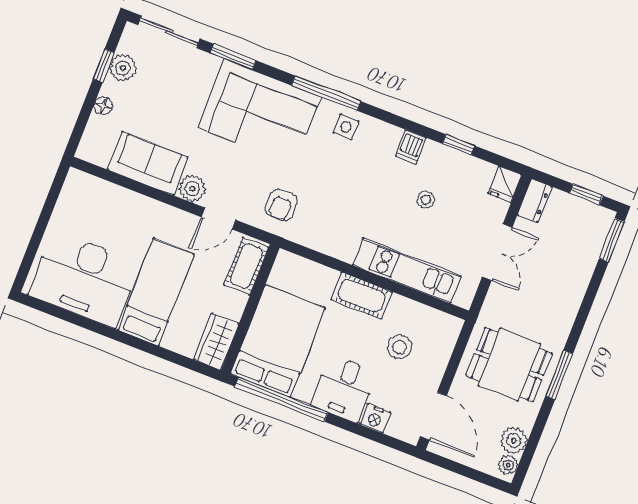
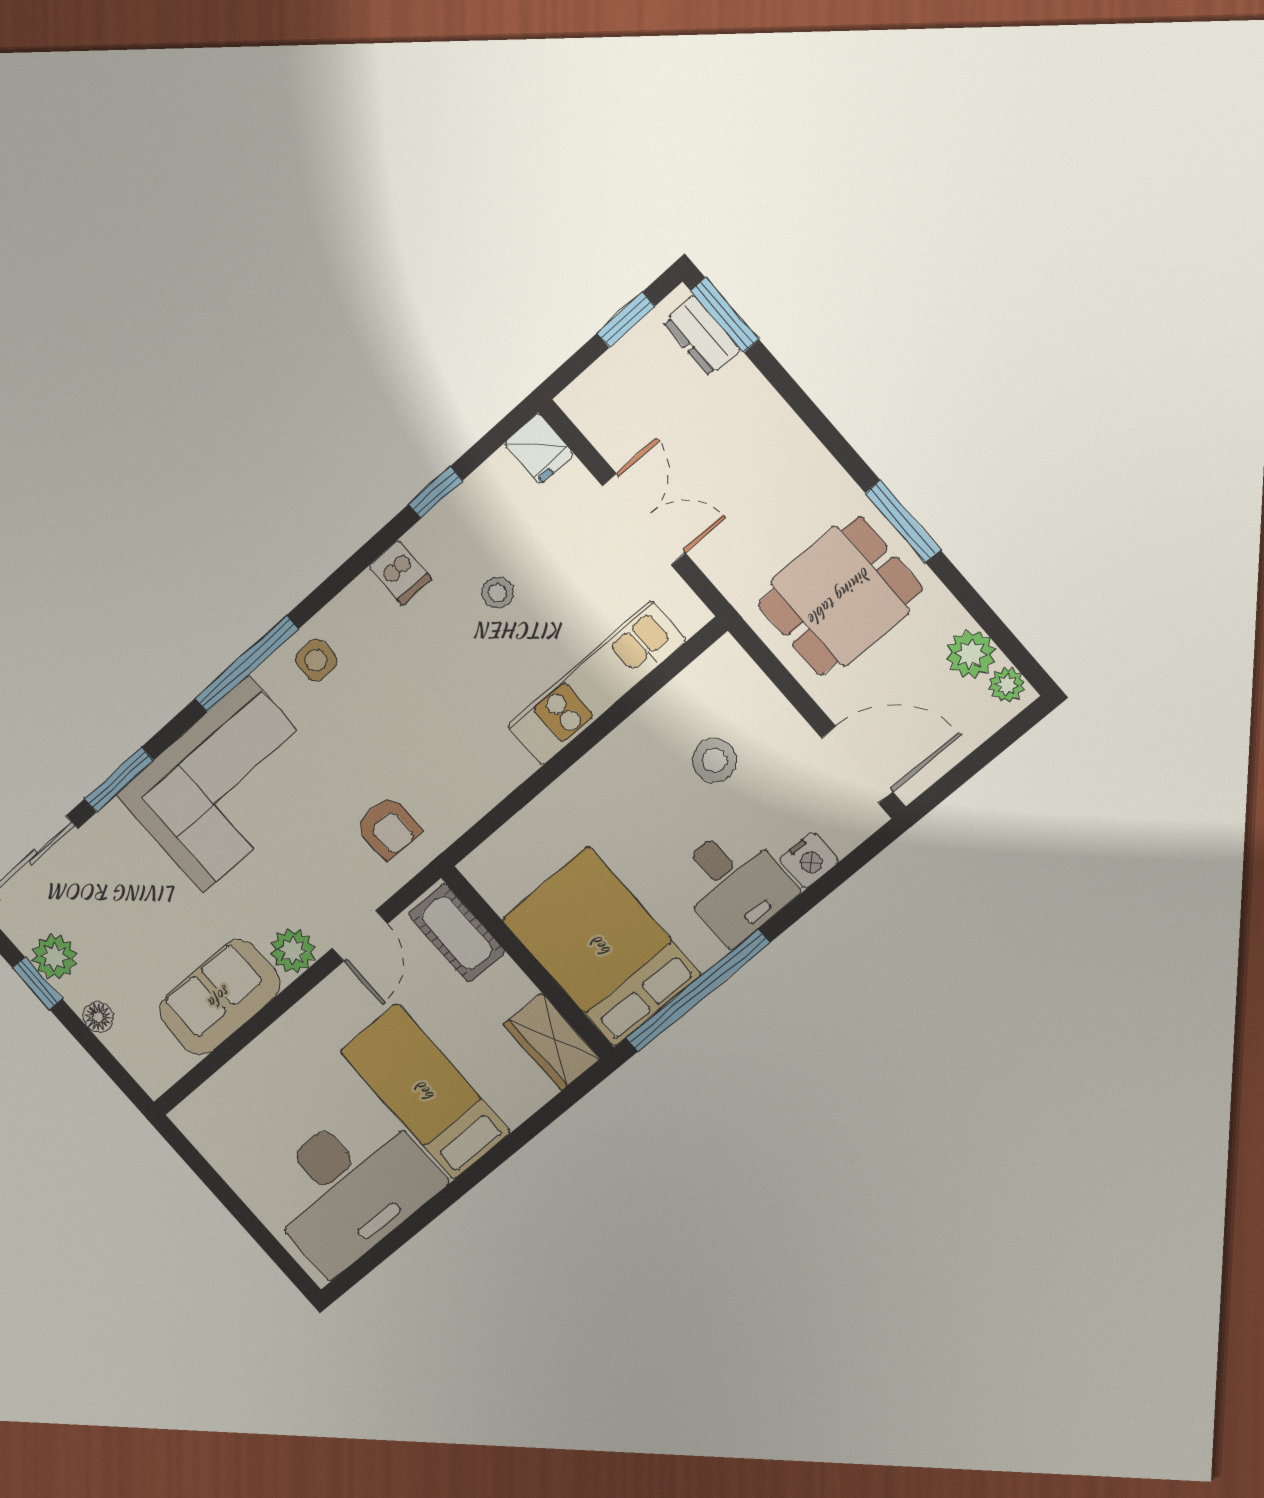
dresser: (535, 201) -> (702, 336), moved, turned 180
cot: (362, 296) -> (599, 777), removed

